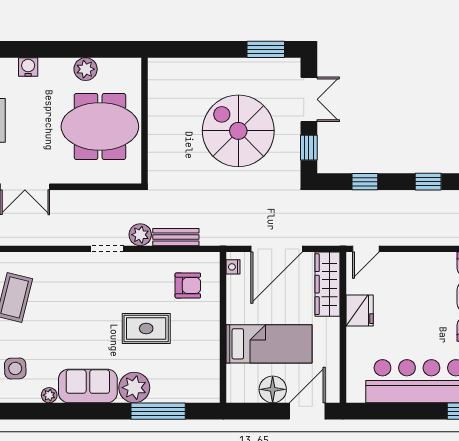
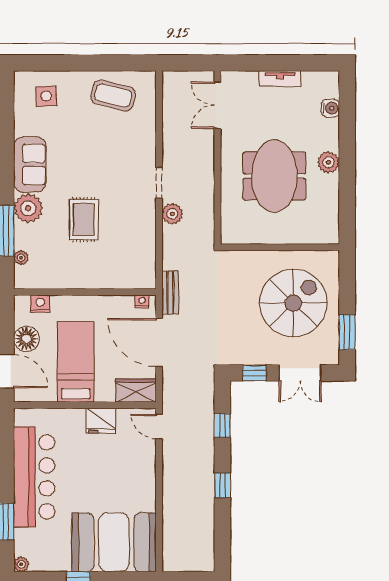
wall: (145, 121) -> (280, 247), moved
spiral stairs: (238, 131) -> (293, 303), moved
bench: (176, 237) -> (170, 293), moved
wardrobe: (327, 284) -> (136, 390), width x0.67
armchair: (188, 285) -> (124, 259), removed
bed: (269, 344) -> (76, 362), moved, turned 180
nightstand: (235, 375) -> (40, 304), added
plant: (49, 395) -> (21, 258), moved

